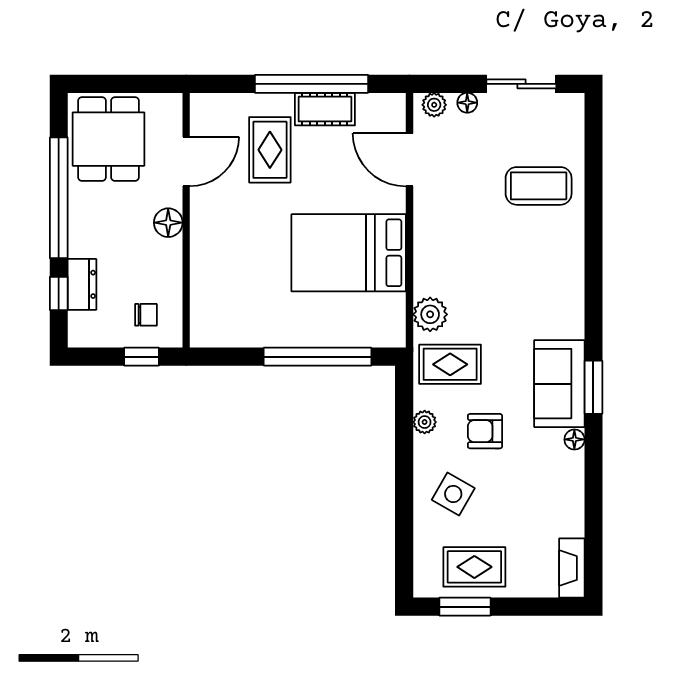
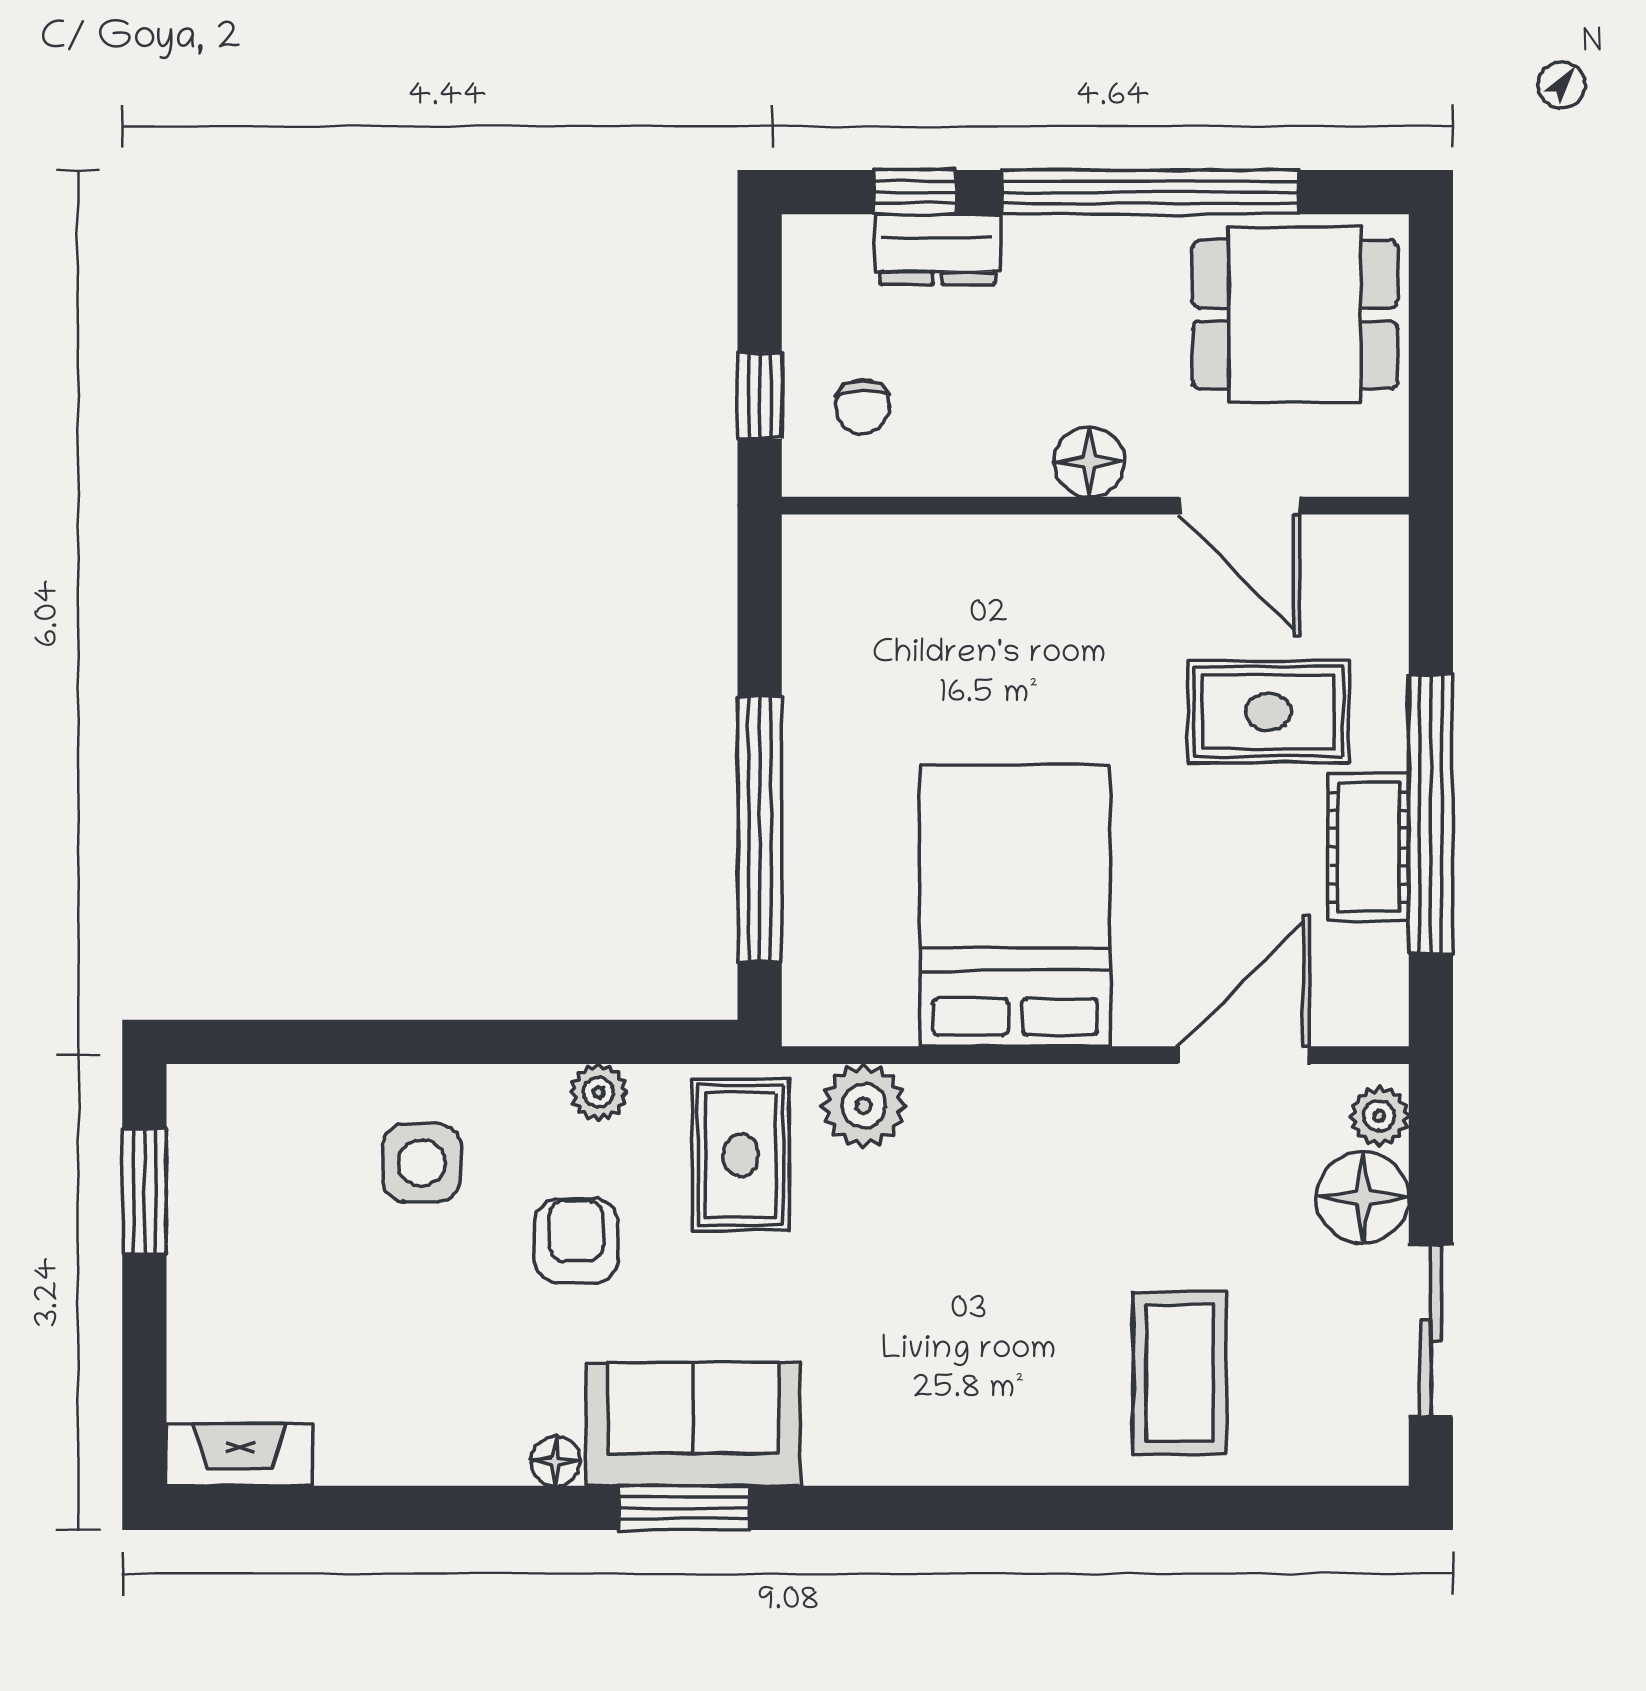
floor lamp: (467, 103) -> (1363, 1197), width x1.89, depth x1.89
side table: (453, 494) -> (422, 1163), turned -30
rug: (474, 567) -> (242, 1215), removed

